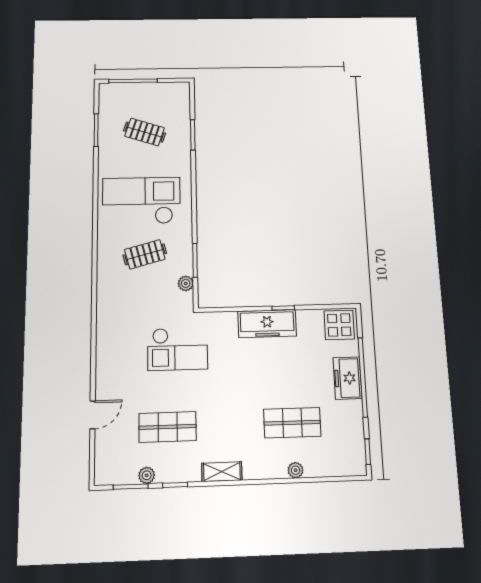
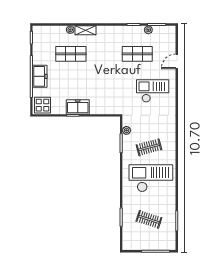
checkout: (141, 201) -> (151, 178), turned 180
freezer: (267, 324) -> (78, 107), width x0.71
checkout: (178, 349) -> (153, 91), moved
shelving: (222, 472) -> (86, 30), moved

